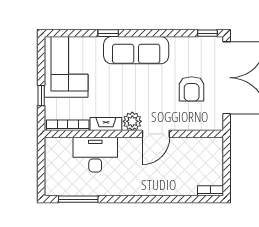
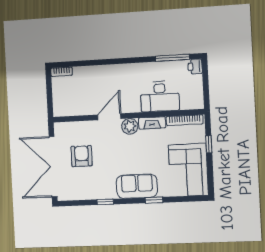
window: (208, 33) -> (105, 202), moved
sofa: (136, 50) -> (137, 186), width x0.73
printer: (52, 187) -> (195, 66), added

